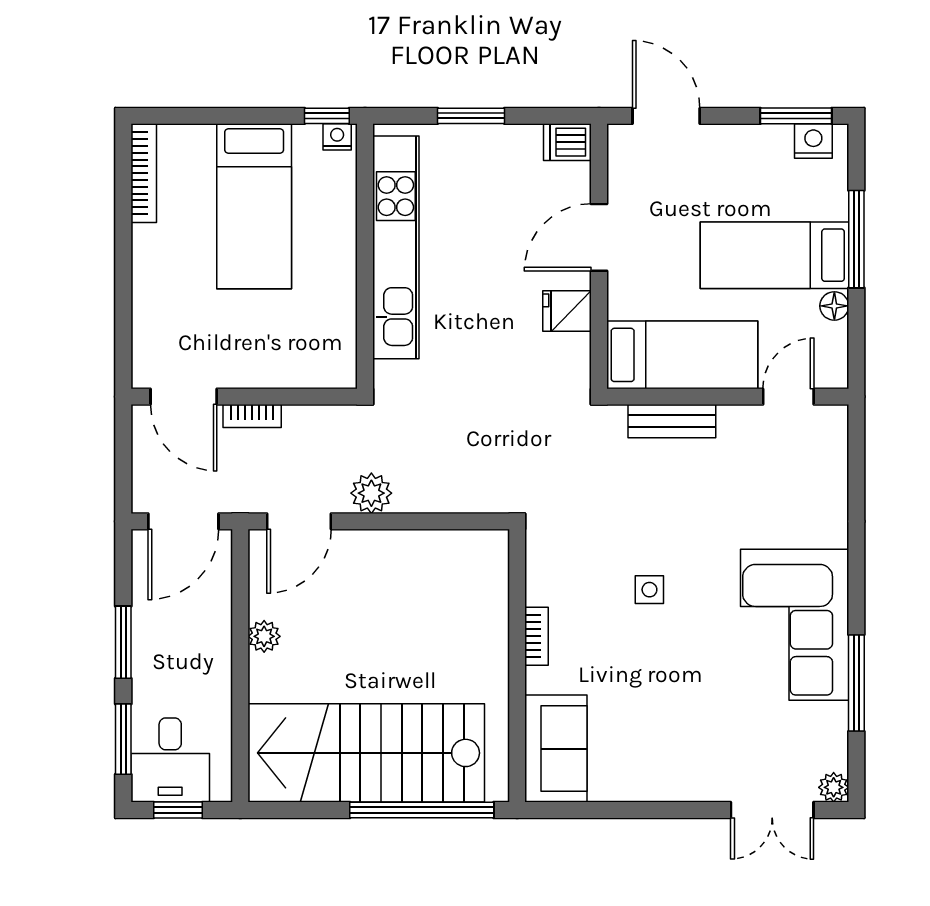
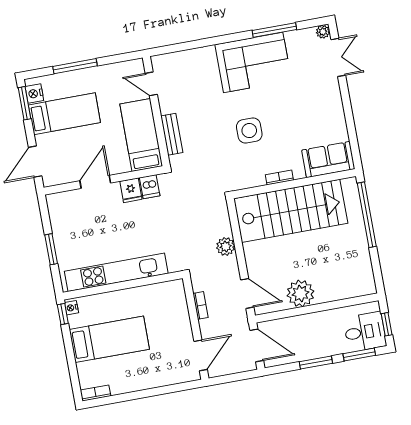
dishwasher: (567, 142) -> (150, 187), moved
bookcase: (144, 173) -> (96, 393), width x0.64
door: (599, 237) -> (95, 182), swing flipped
bed: (774, 255) -> (64, 114), moved, turned -90
floor lamp: (834, 306) -> (107, 71), removed
bookcase: (252, 416) -> (201, 305), moved
plant: (371, 493) -> (226, 247), moved
side table: (649, 590) -> (249, 131), width x1.87, depth x1.87
plant: (264, 636) -> (300, 293), width x1.87, depth x1.87
stairs: (366, 753) -> (291, 211), moved, turned -90

